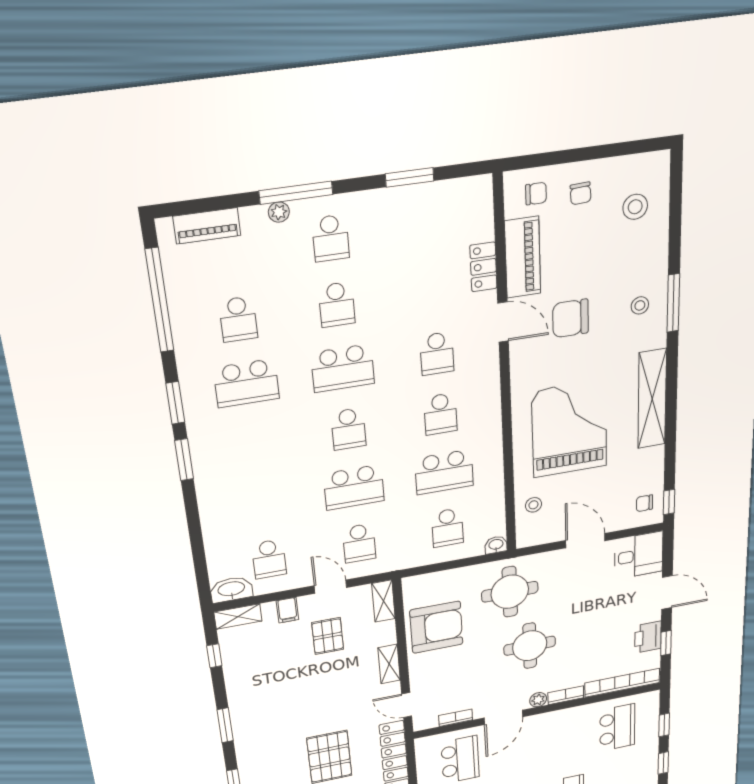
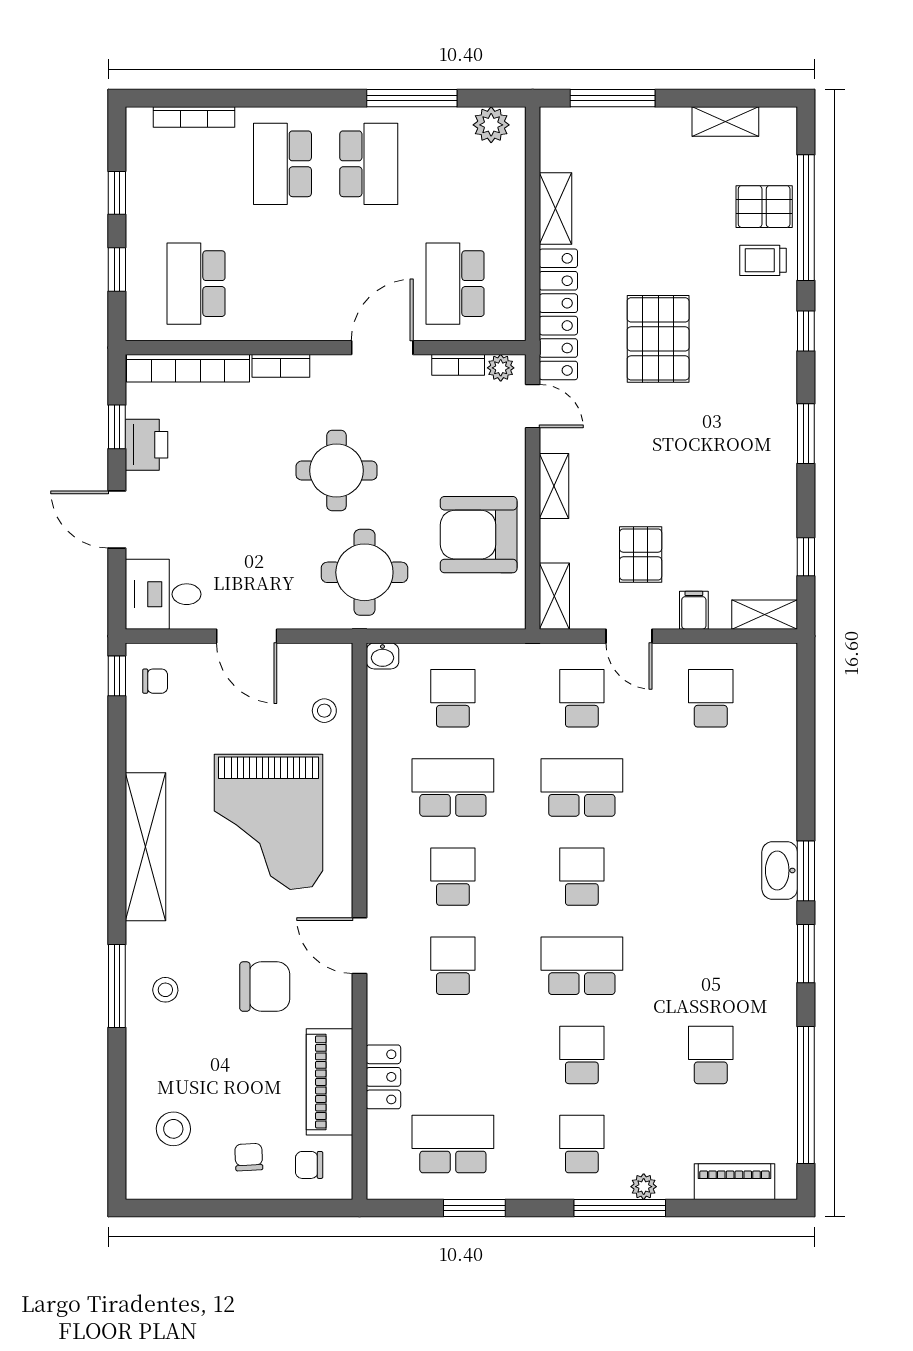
door: (503, 322) -> (360, 946), moved
school desk: (246, 383) -> (453, 1144), moved
washbasin: (231, 589) -> (780, 870), moved, turned 90
plant: (538, 700) -> (501, 368), moved

